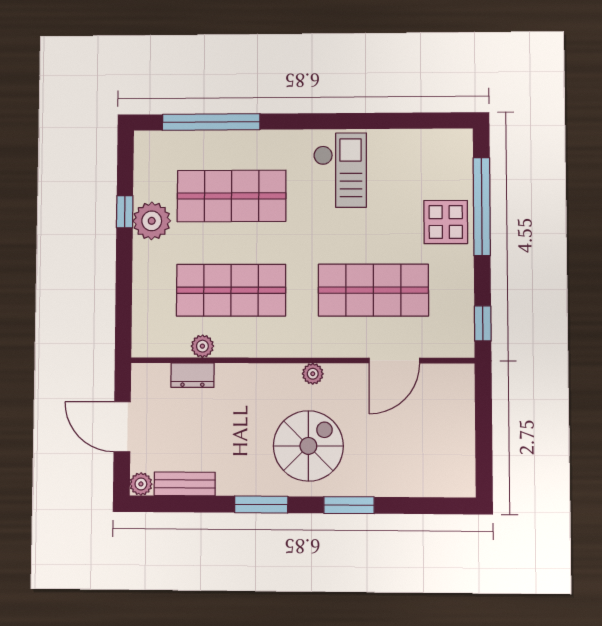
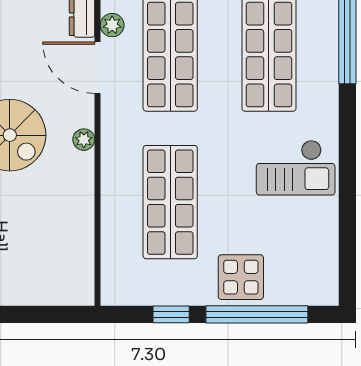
window: (483, 323) -> (171, 314), moved
door: (394, 361) -> (98, 68), moved

